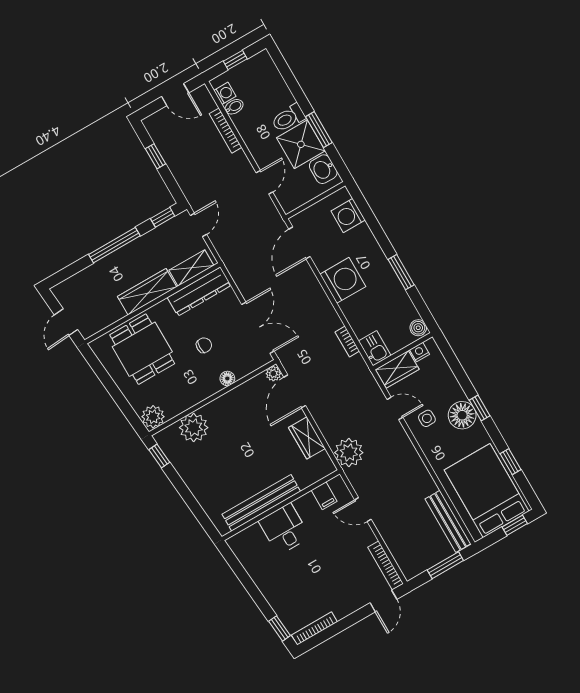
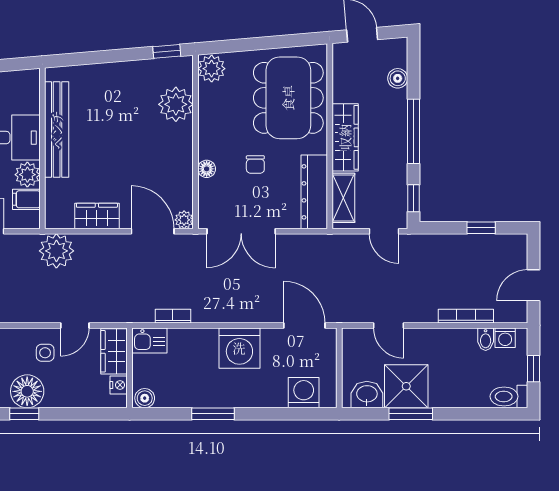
toilet: (288, 118) -> (509, 396), moved, turned -90
boiler: (83, 279) -> (398, 78), added
dining table: (142, 349) -> (288, 98), width x1.38
plant: (306, 505) -> (27, 175), added

